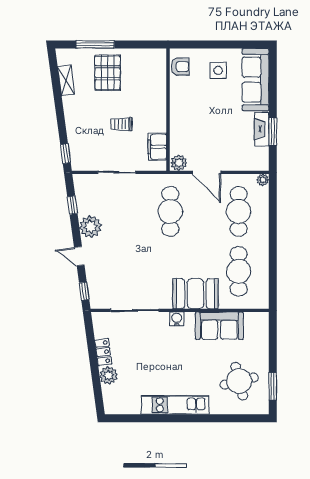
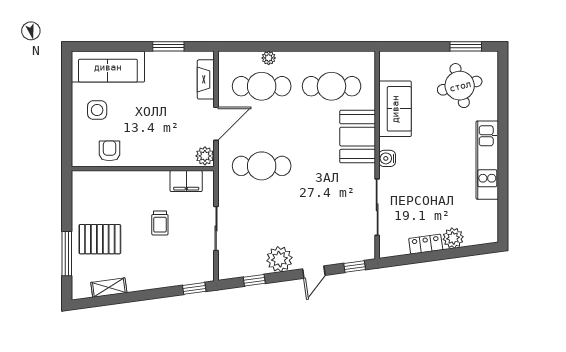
armchair: (180, 67) -> (109, 151), moved
fireplace: (262, 129) -> (206, 79), moved, turned 90
plant: (263, 180) -> (269, 58), moved

